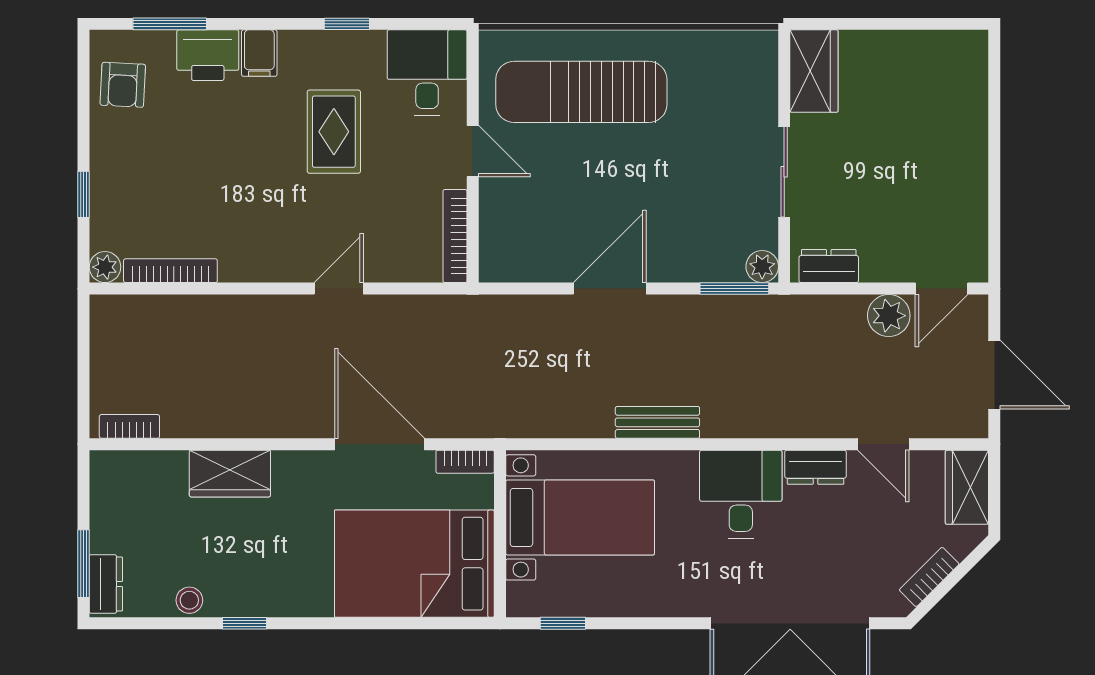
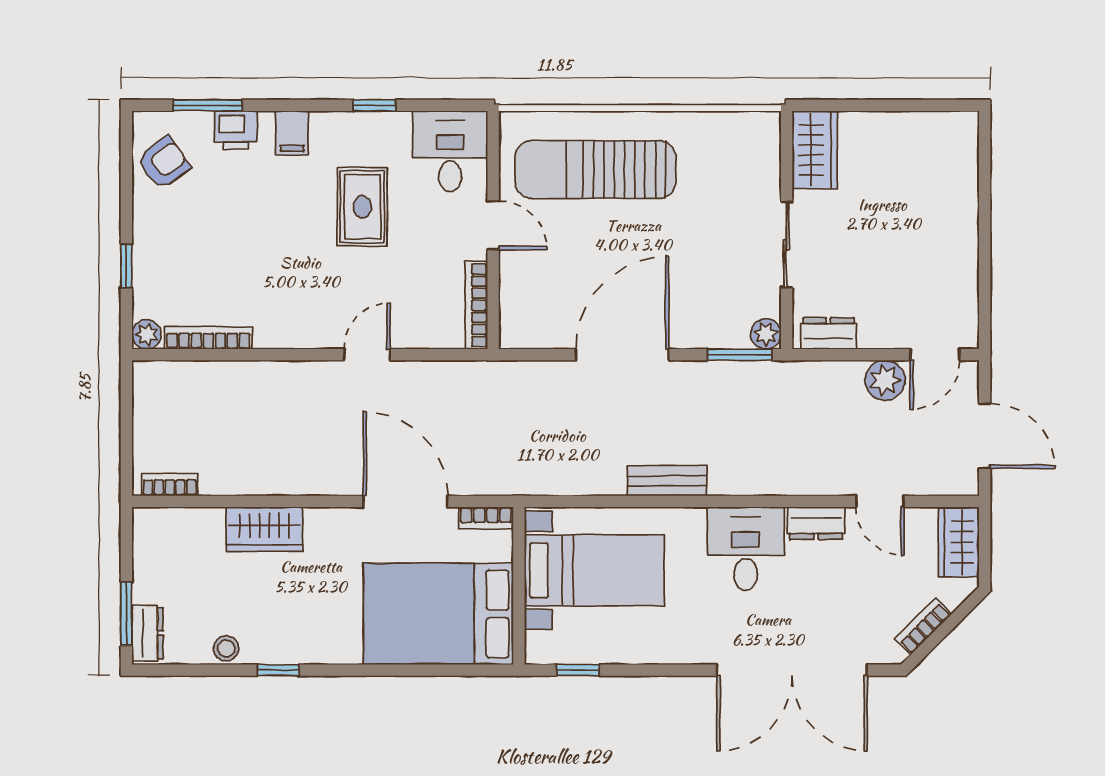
printer: (208, 55) -> (236, 130), width x0.73, depth x0.81
armchair: (123, 85) -> (163, 163), turned -129
door: (610, 289) -> (622, 355), width x1.36

